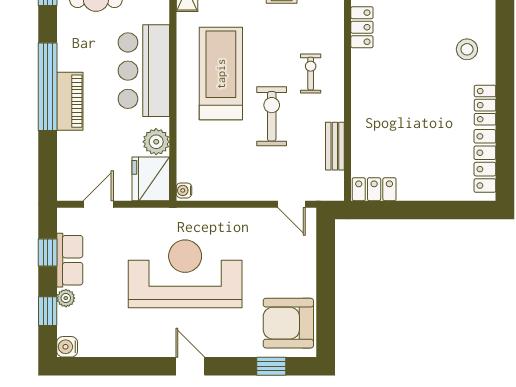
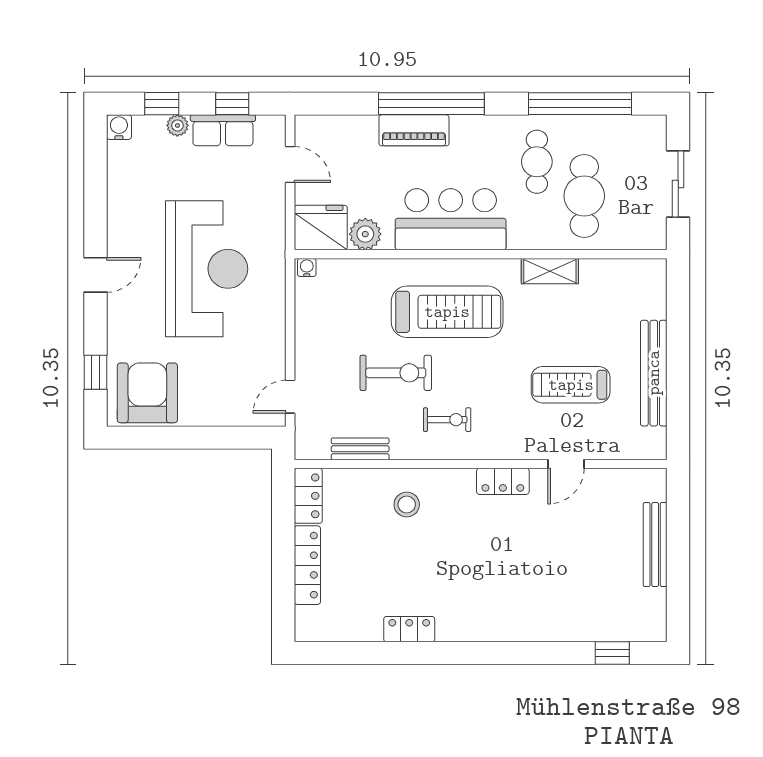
stool: (467, 49) -> (407, 505), moved
locker: (485, 161) -> (307, 565), moved, turned 90

